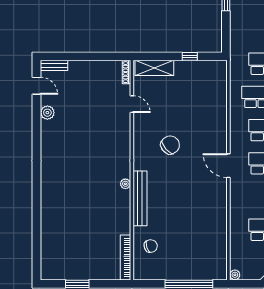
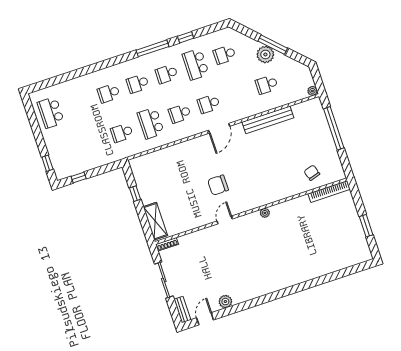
sliding door: (91, 56) -> (164, 280), added
door: (132, 104) -> (225, 220), moved
chair: (170, 145) -> (218, 185), turned -49
bench: (140, 198) -> (268, 120), moved

